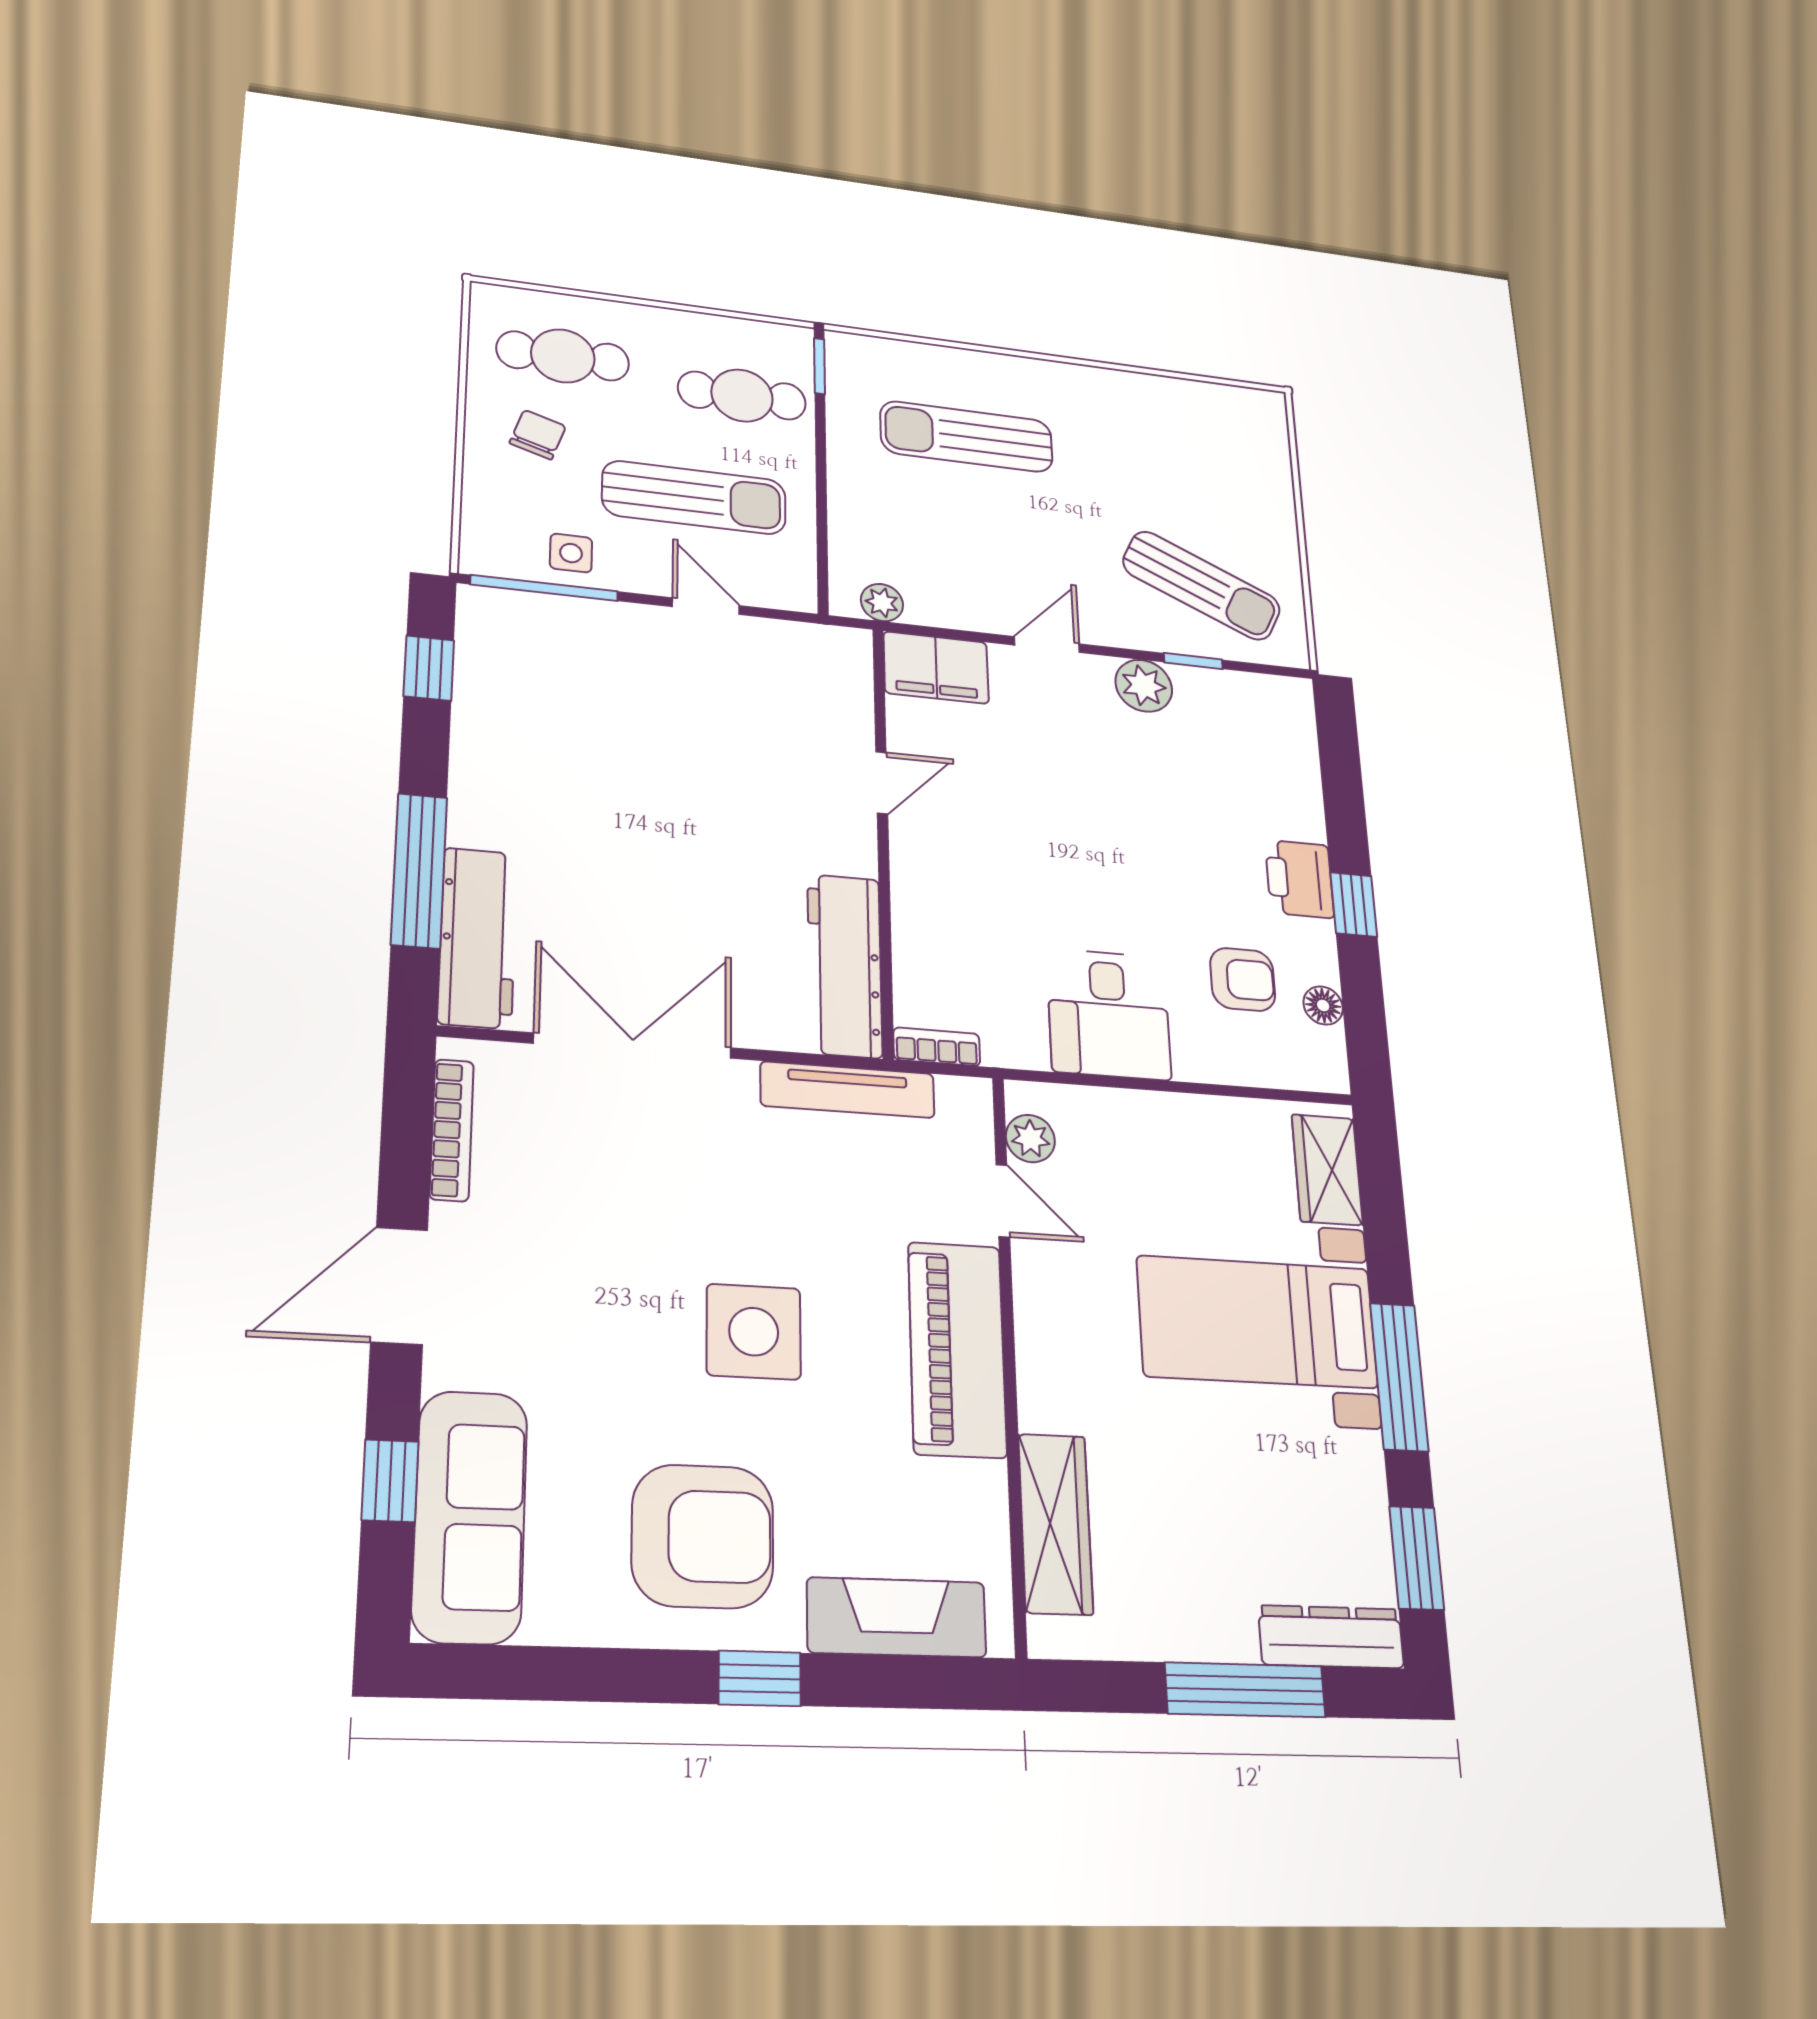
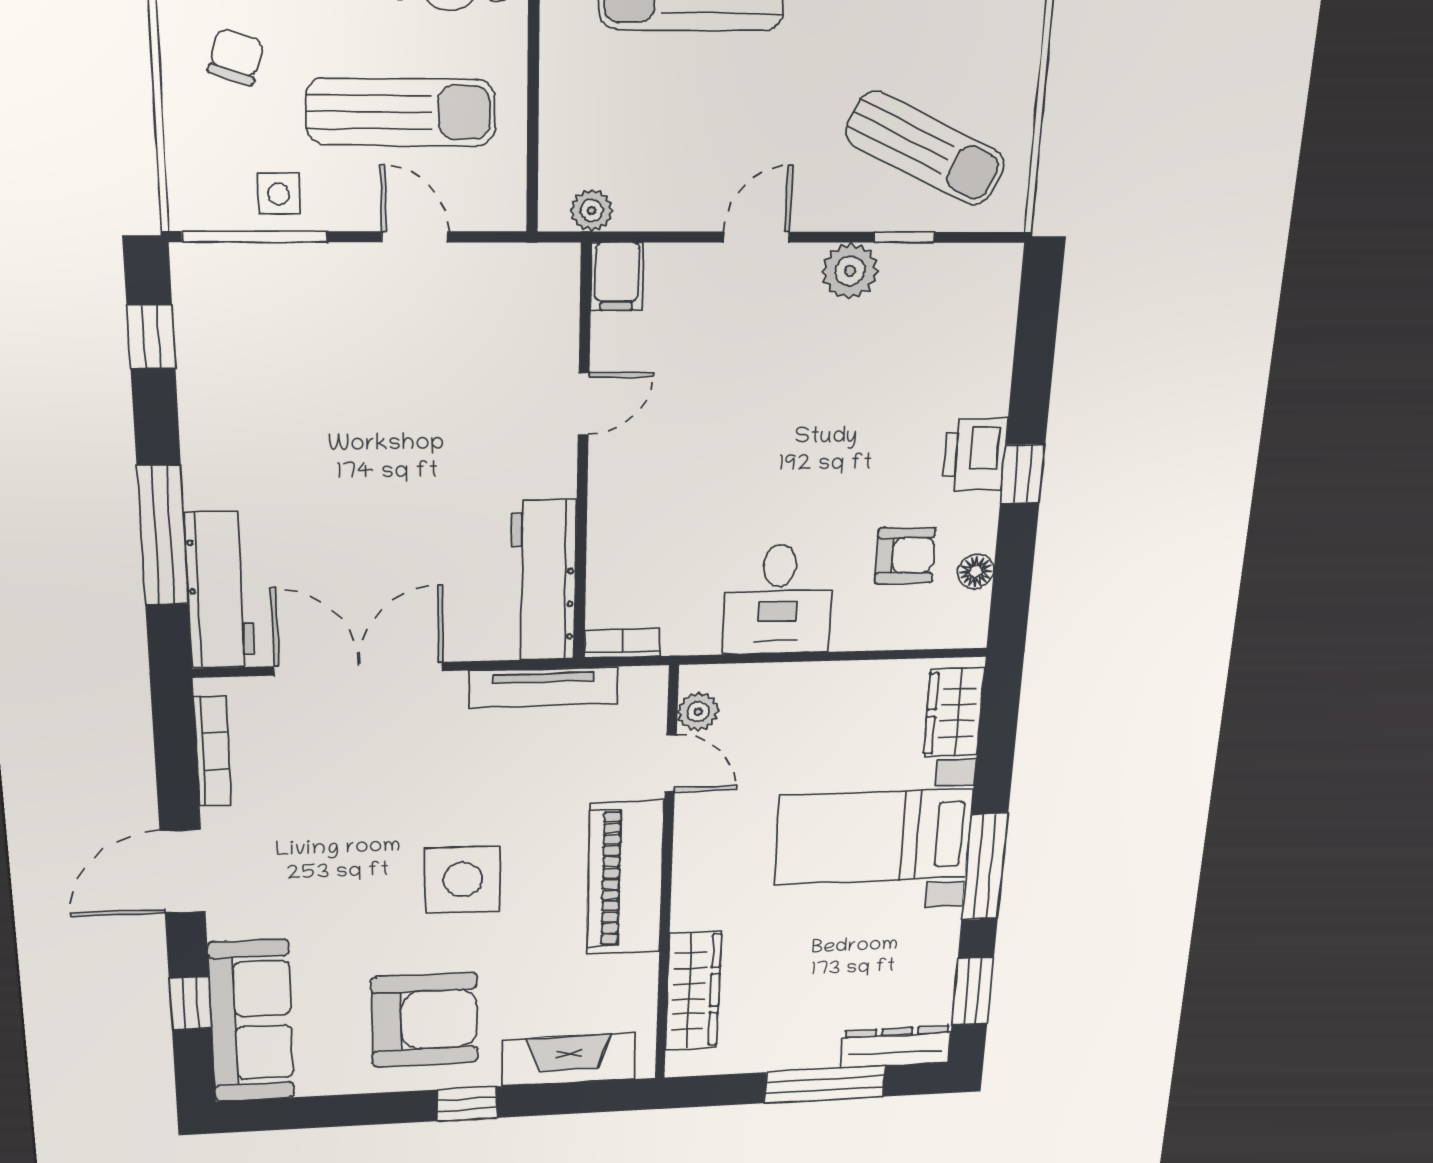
filing cabinet: (936, 668) -> (617, 277), width x0.50

